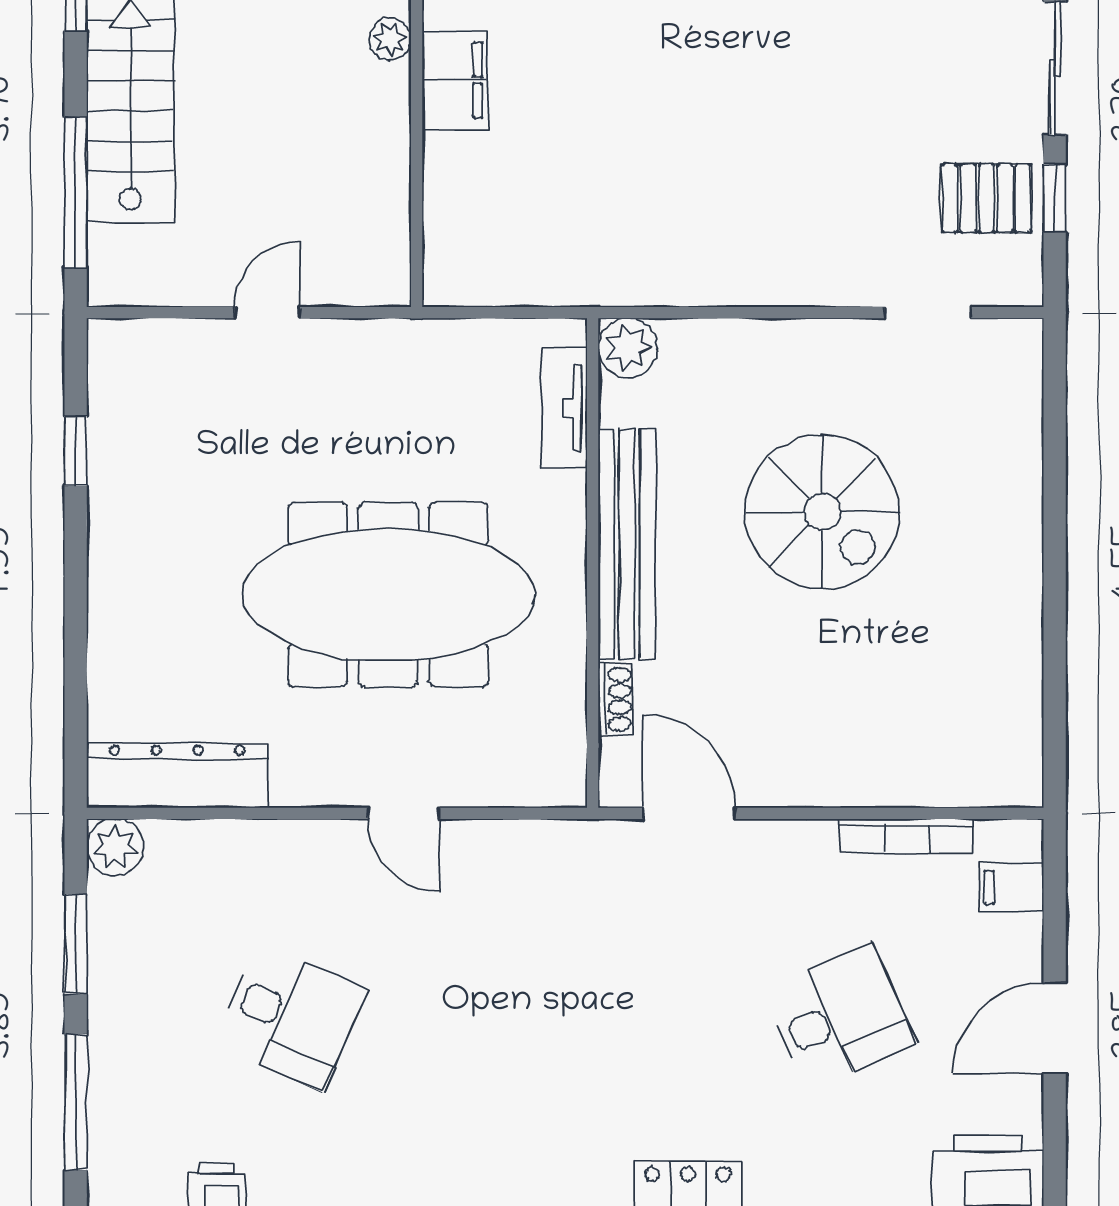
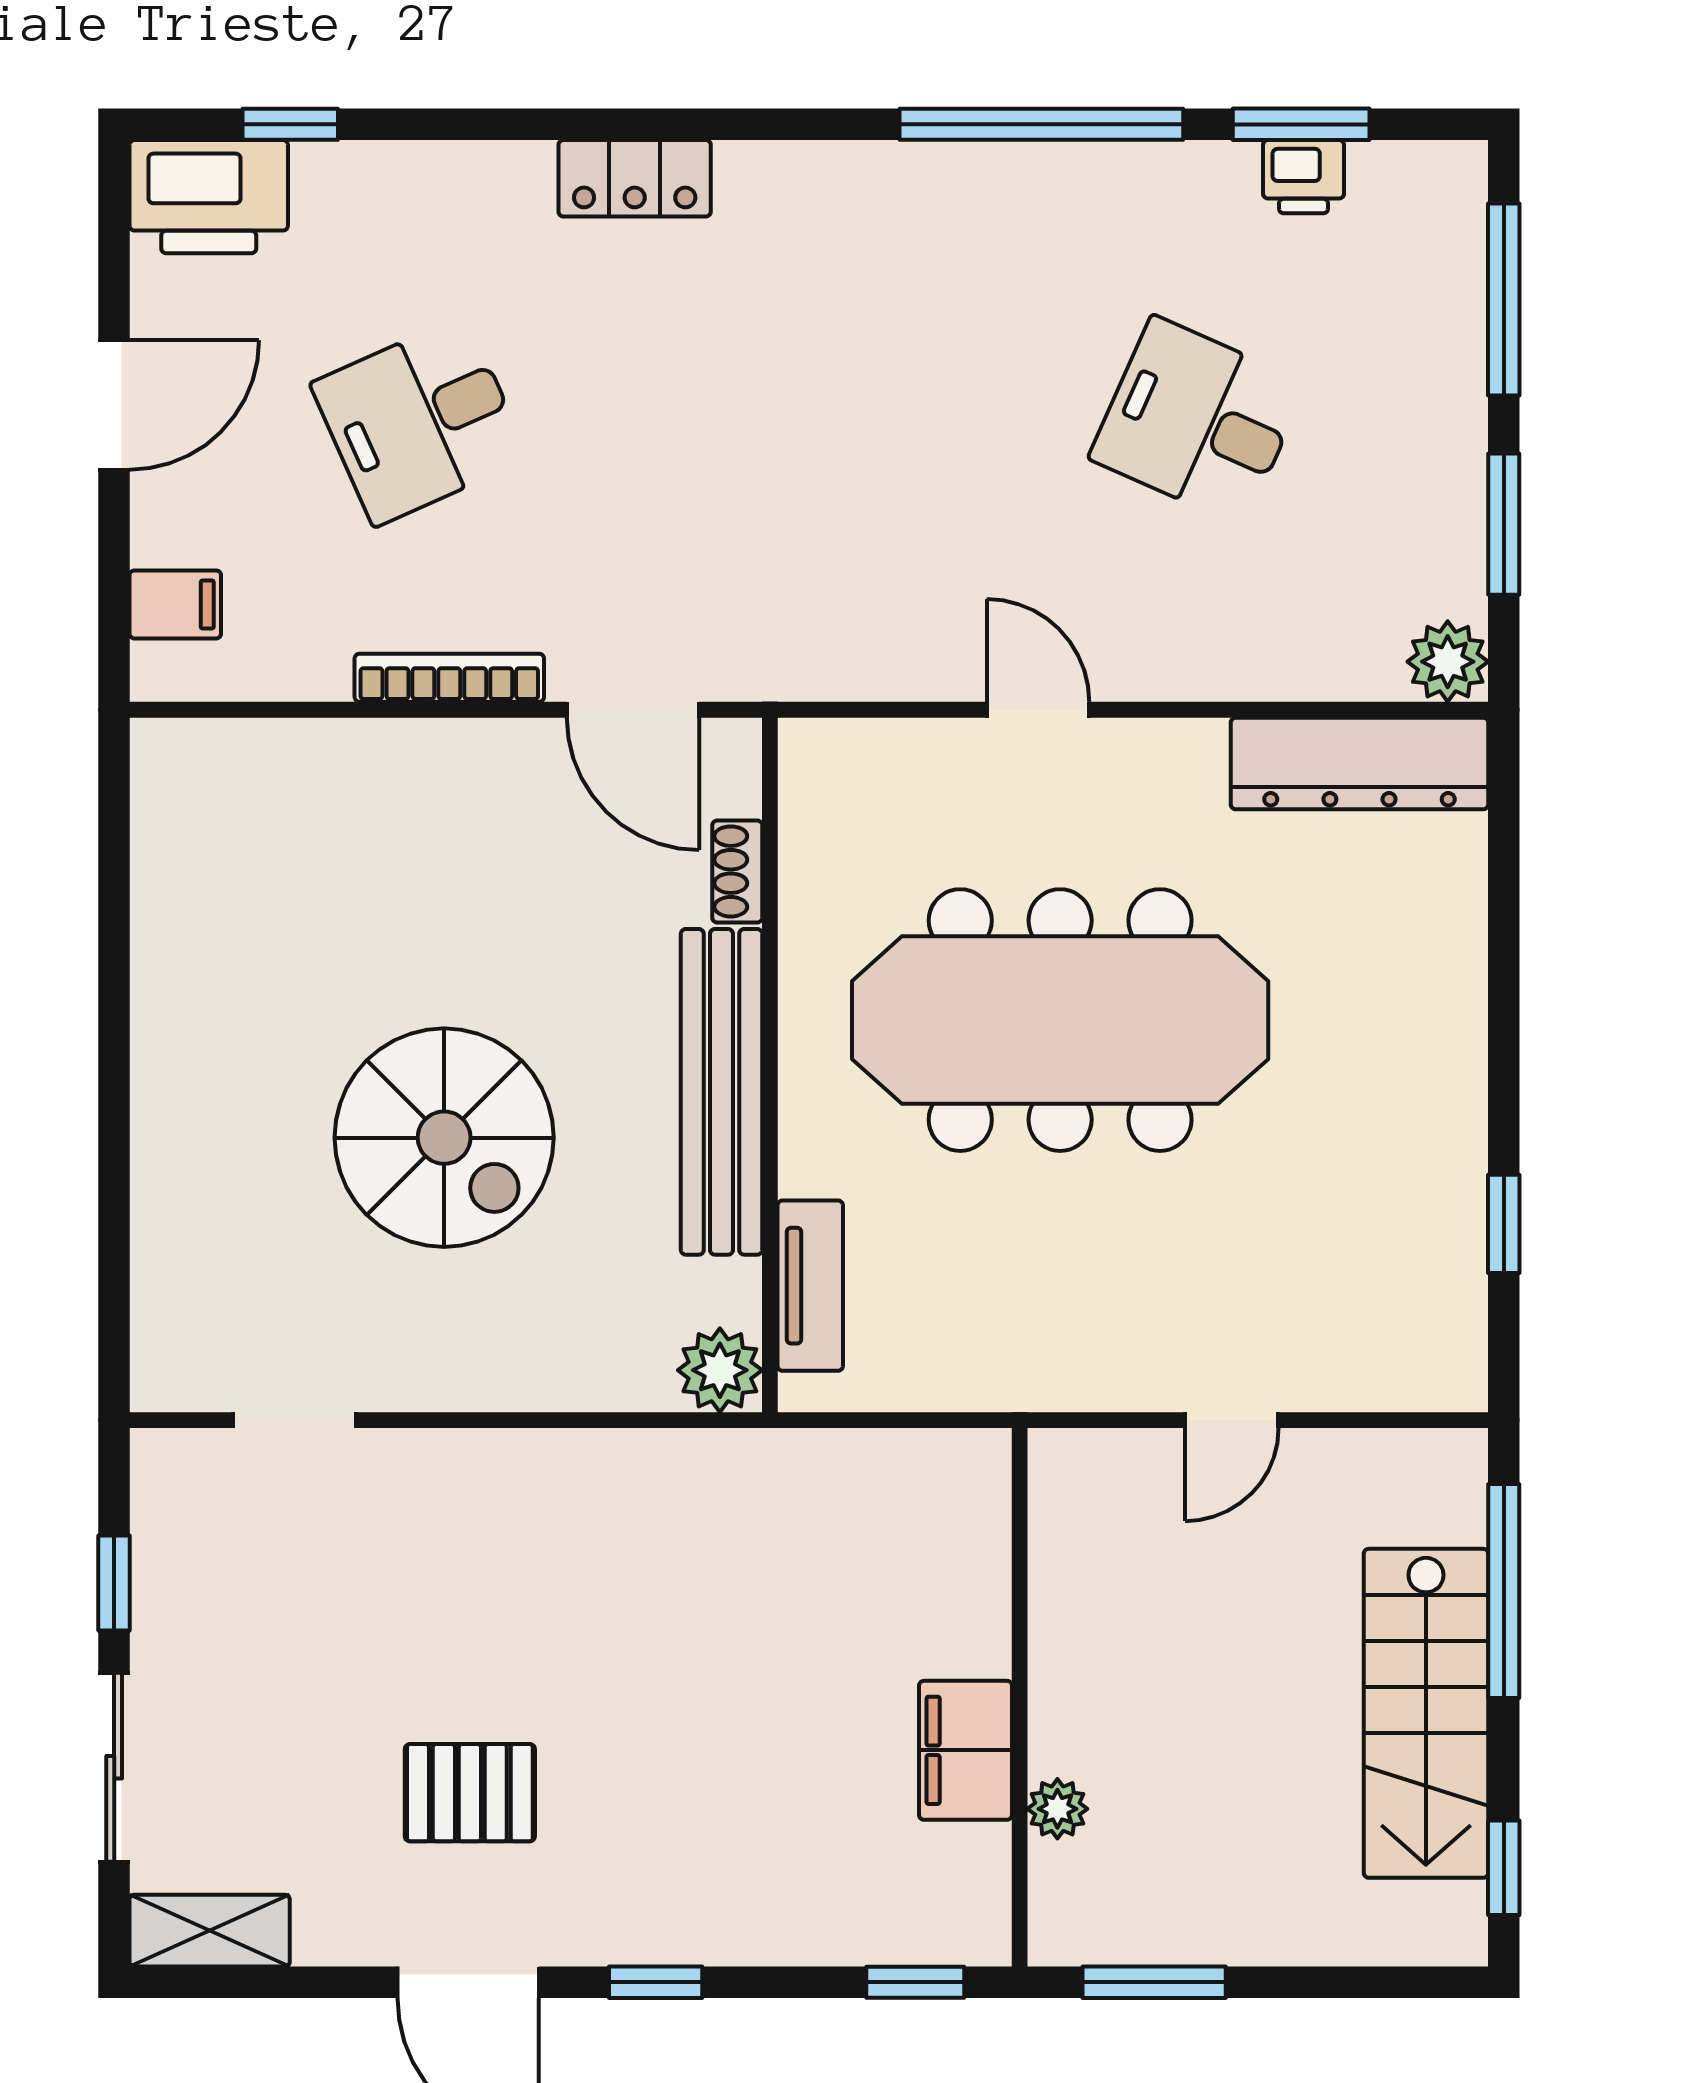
pallet: (986, 198) -> (470, 1793), moved
spiral stairs: (822, 512) -> (444, 1138), turned 180
bookcase: (907, 836) -> (449, 678), moved

